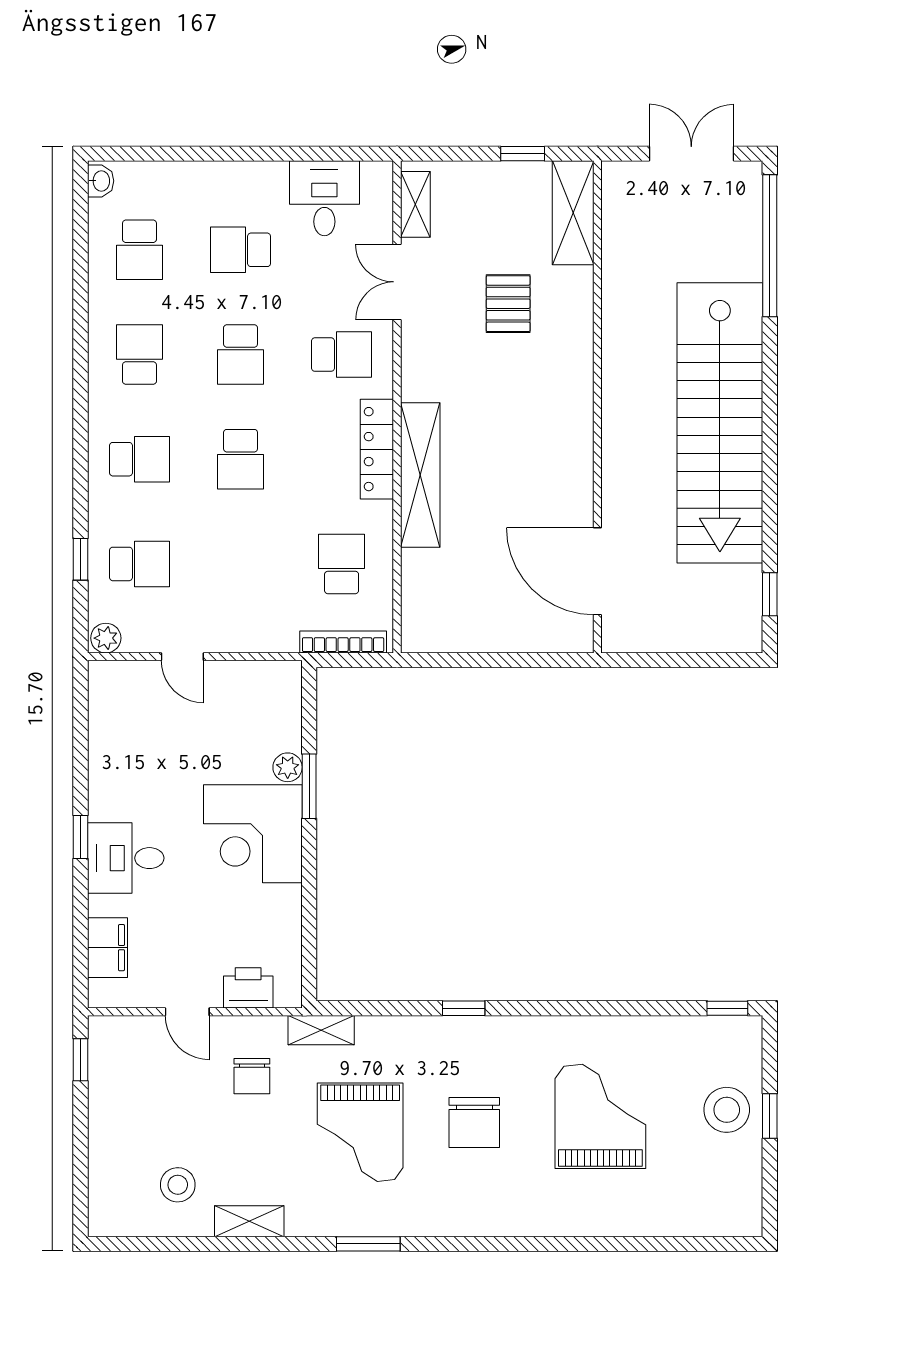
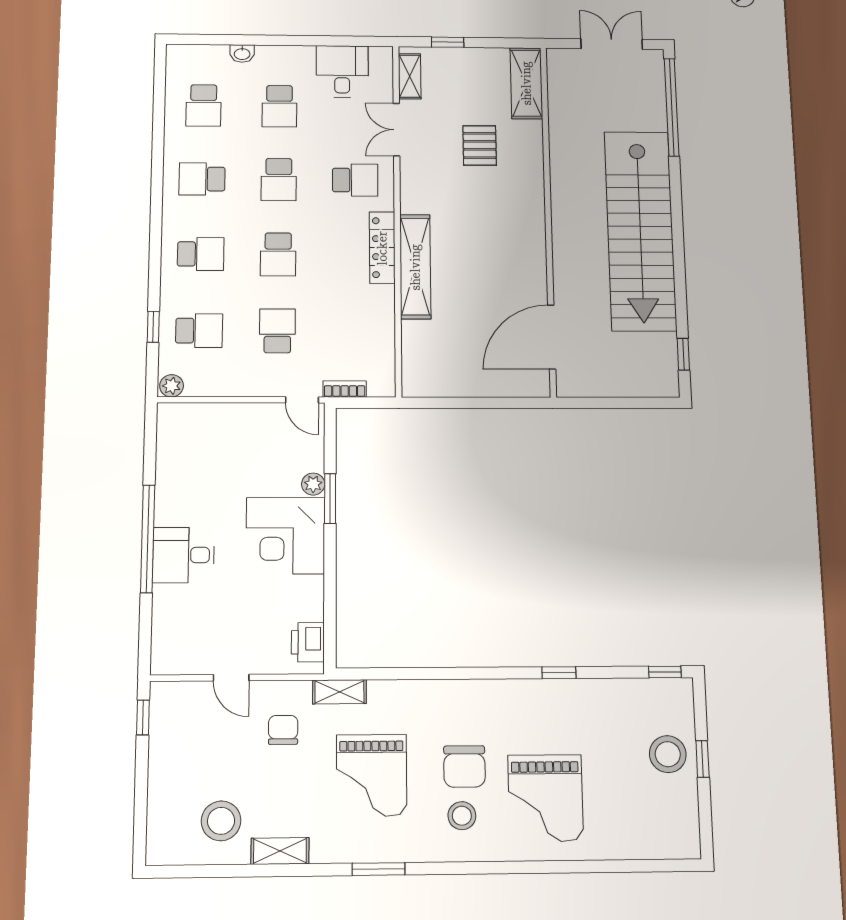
window: (523, 154) -> (448, 42), moved
washbasin: (101, 181) -> (242, 54), moved, turned 90
school desk: (241, 250) -> (279, 106), turned -90
school desk: (139, 355) -> (202, 179), turned -90
school desk: (342, 564) -> (277, 331), moved
door: (597, 571) -> (552, 337), hinge flipped
bookcase: (343, 642) -> (345, 389), width x0.64
door: (182, 657) -> (302, 400), moved
window: (80, 837) -> (148, 539), width x3.17
filing cabinet: (107, 948) -> (167, 626), removed
printer: (248, 988) -> (308, 642), moved, turned -90
window: (464, 1008) -> (559, 673), moved
chair: (252, 1076) -> (283, 730), turned 180
grand piano: (600, 1116) -> (545, 798), moved, turned 180
stool: (470, 1182) -> (462, 816), added
stool: (178, 1185) -> (221, 821), width x1.38, depth x1.38

